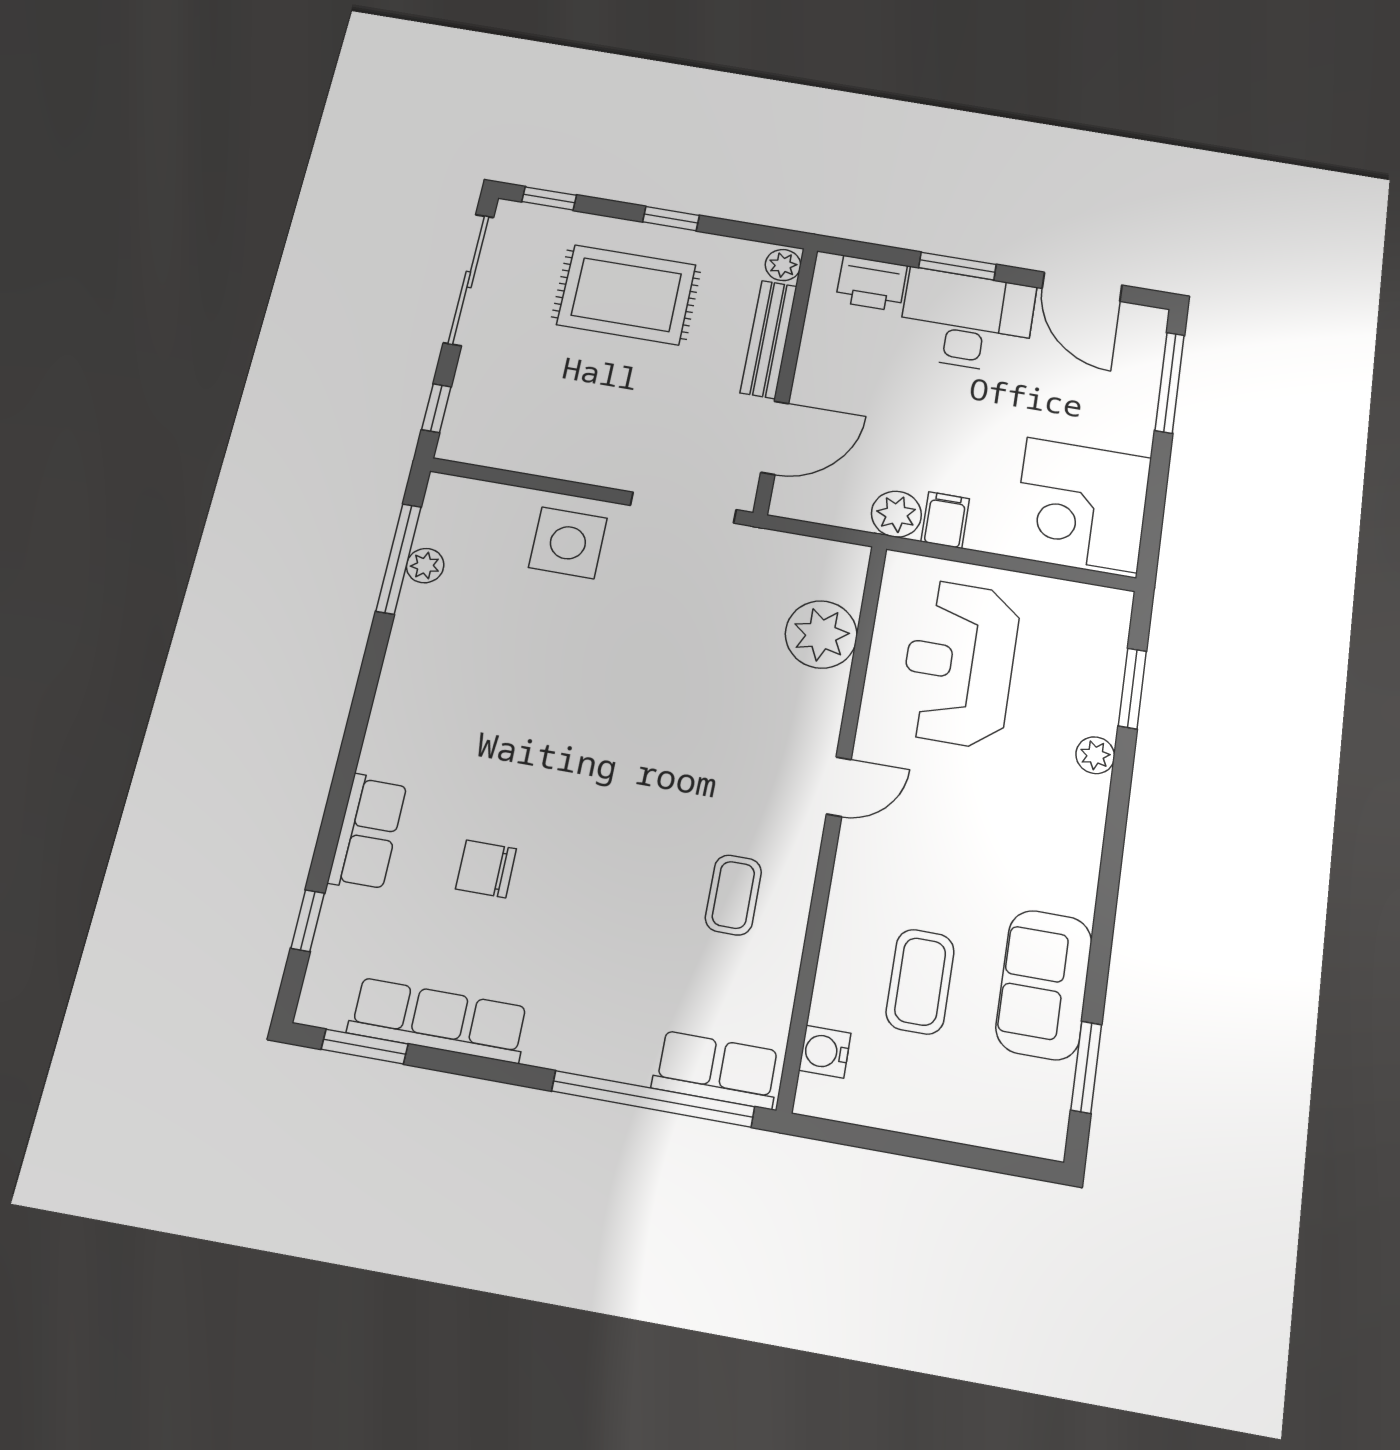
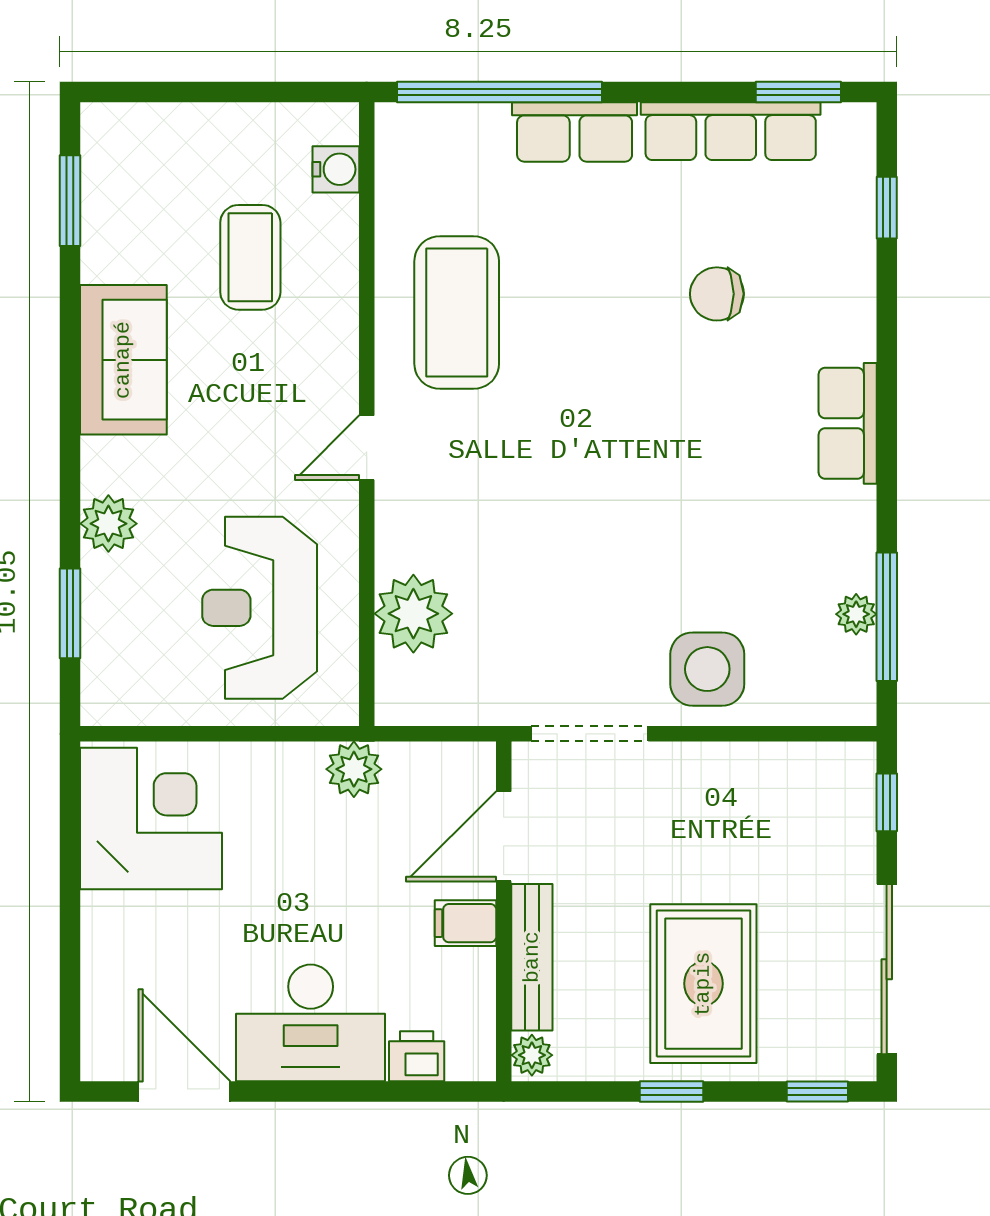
window: (957, 266) -> (331, 1091), removed
printer: (871, 284) -> (417, 1056), width x0.73, depth x0.81
rug: (626, 295) -> (703, 984), turned 90
window: (1170, 383) -> (70, 987), removed
filing cabinet: (945, 520) -> (465, 923), moved, turned 90
reception desk: (959, 663) -> (260, 608), turned 180
plant: (1095, 755) -> (108, 524), width x1.38, depth x1.38
row of seats: (368, 832) -> (848, 423), moved
chair: (486, 869) -> (717, 294), turned 180
coffee table: (733, 895) -> (457, 312), width x1.86, depth x1.72
sofa: (1044, 985) -> (123, 360), moved
row of seats: (716, 1070) -> (575, 132), moved

